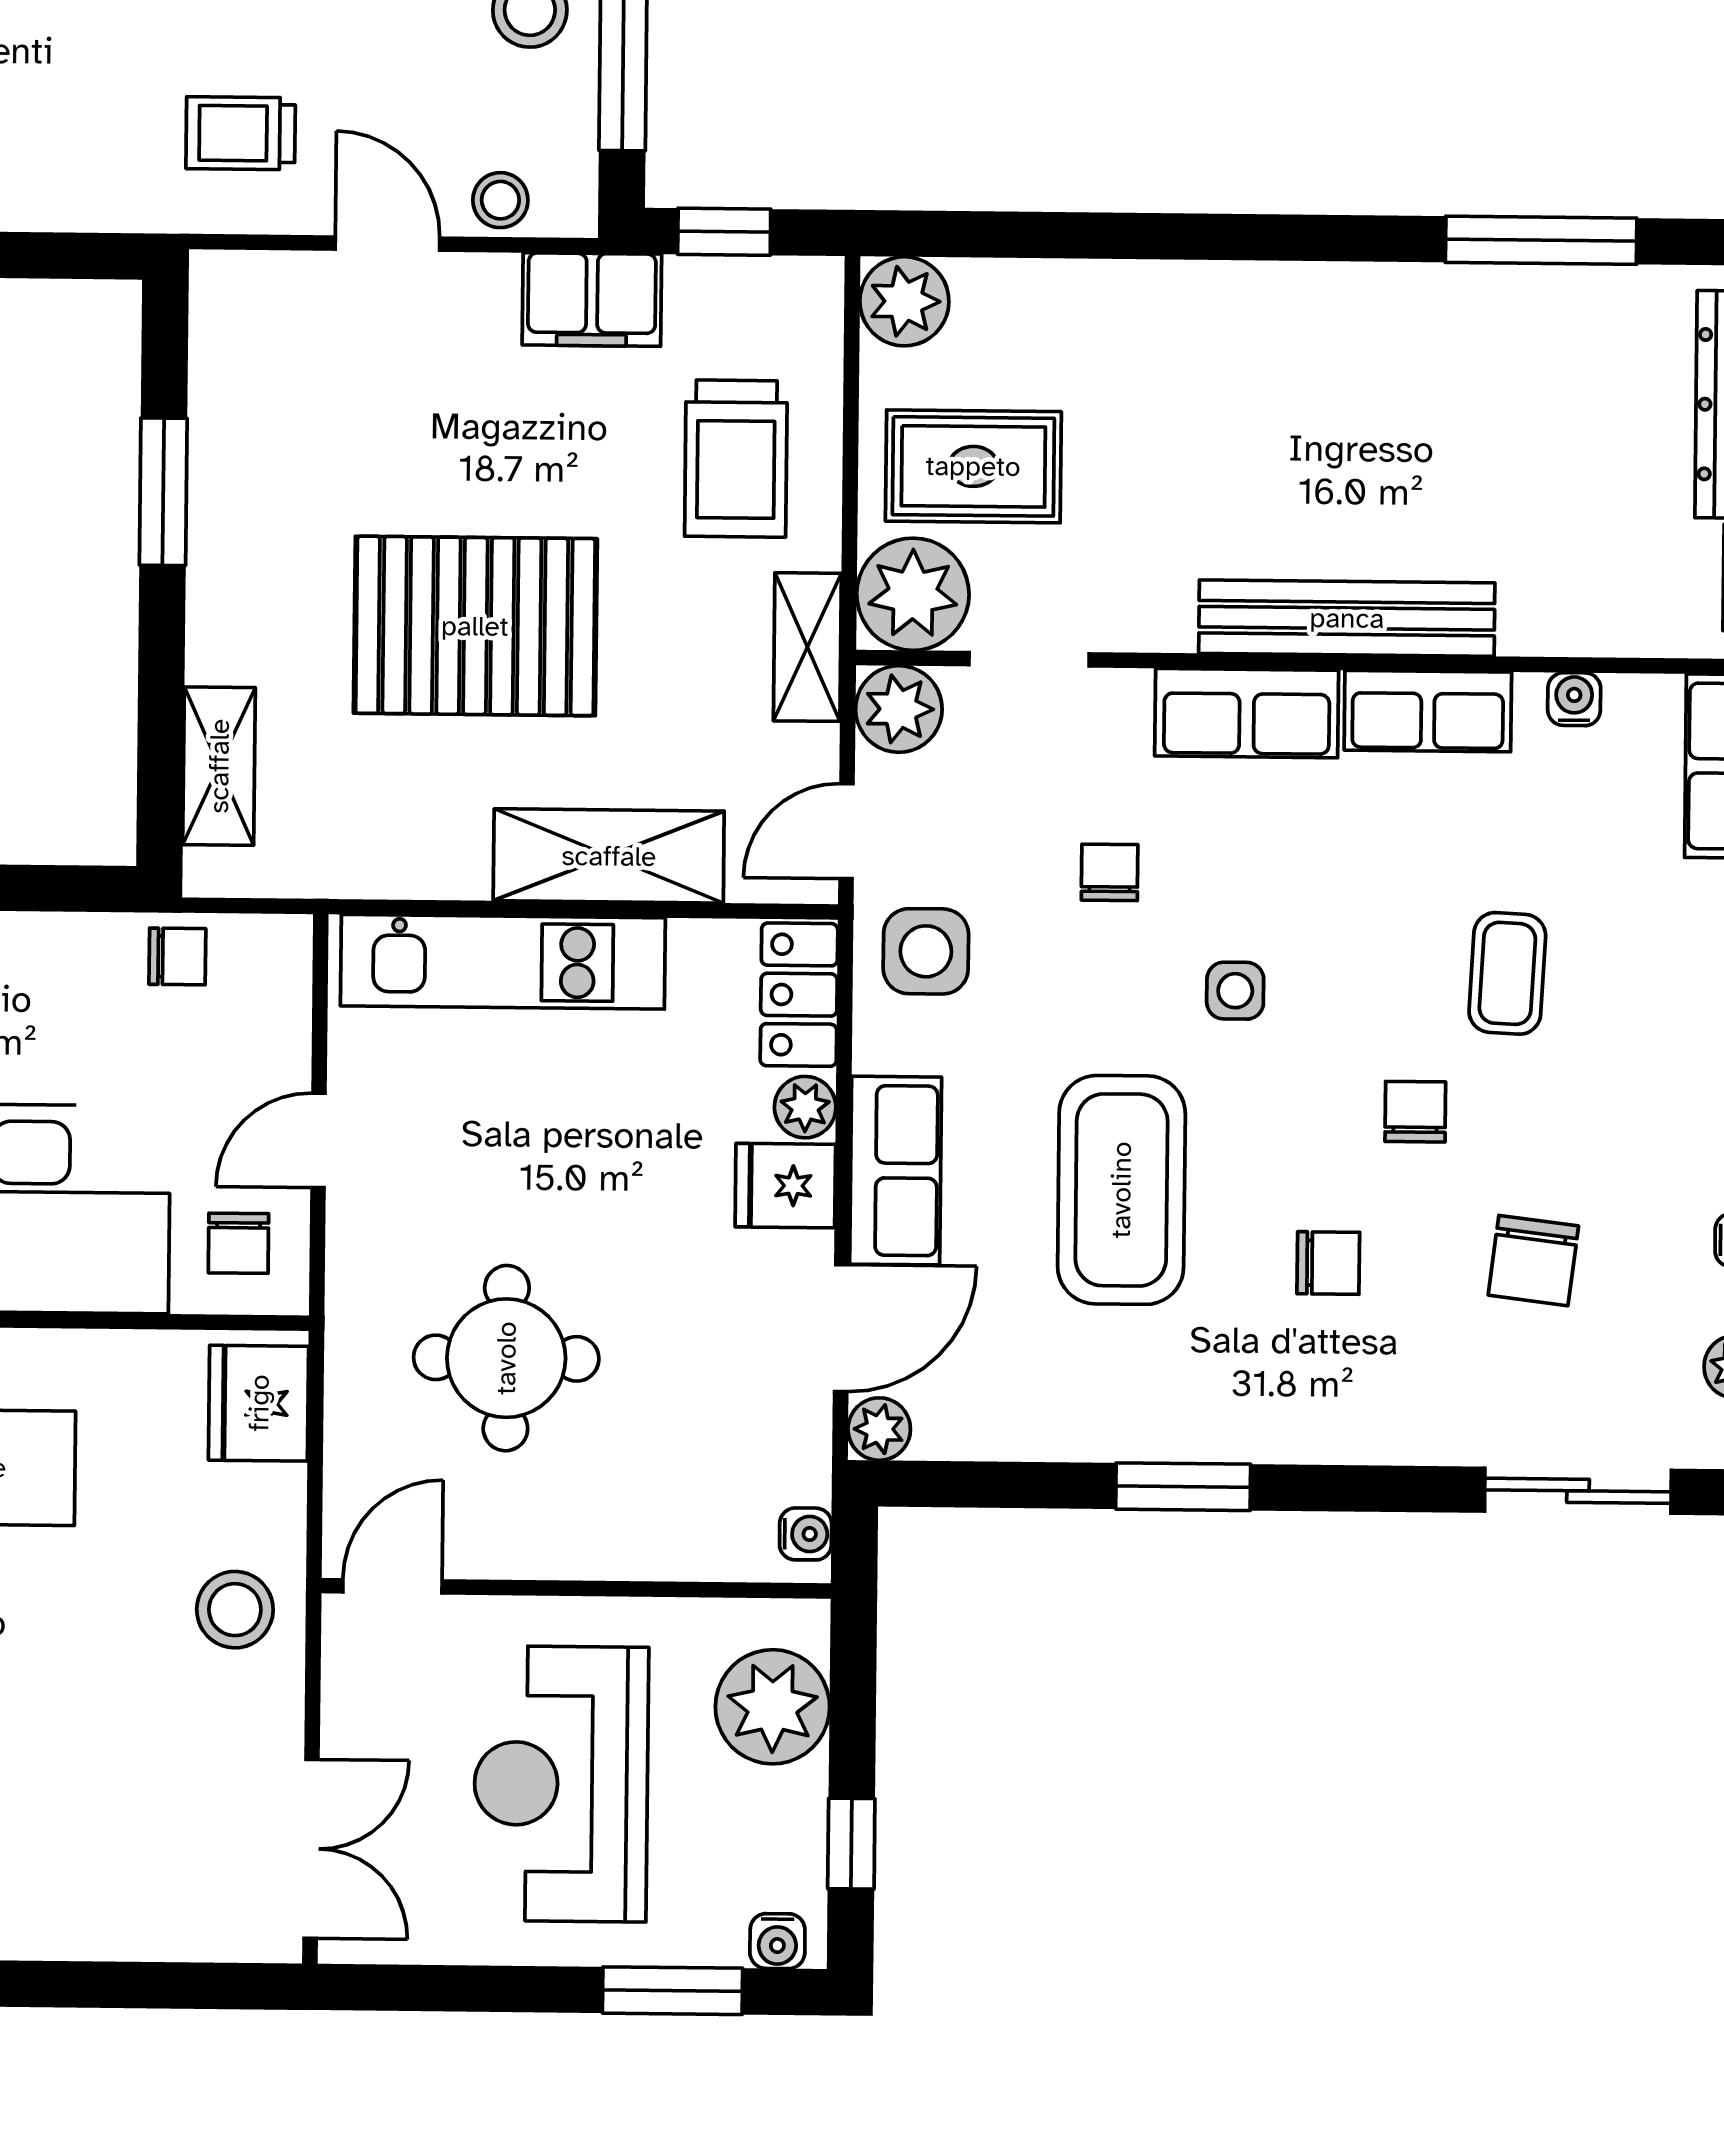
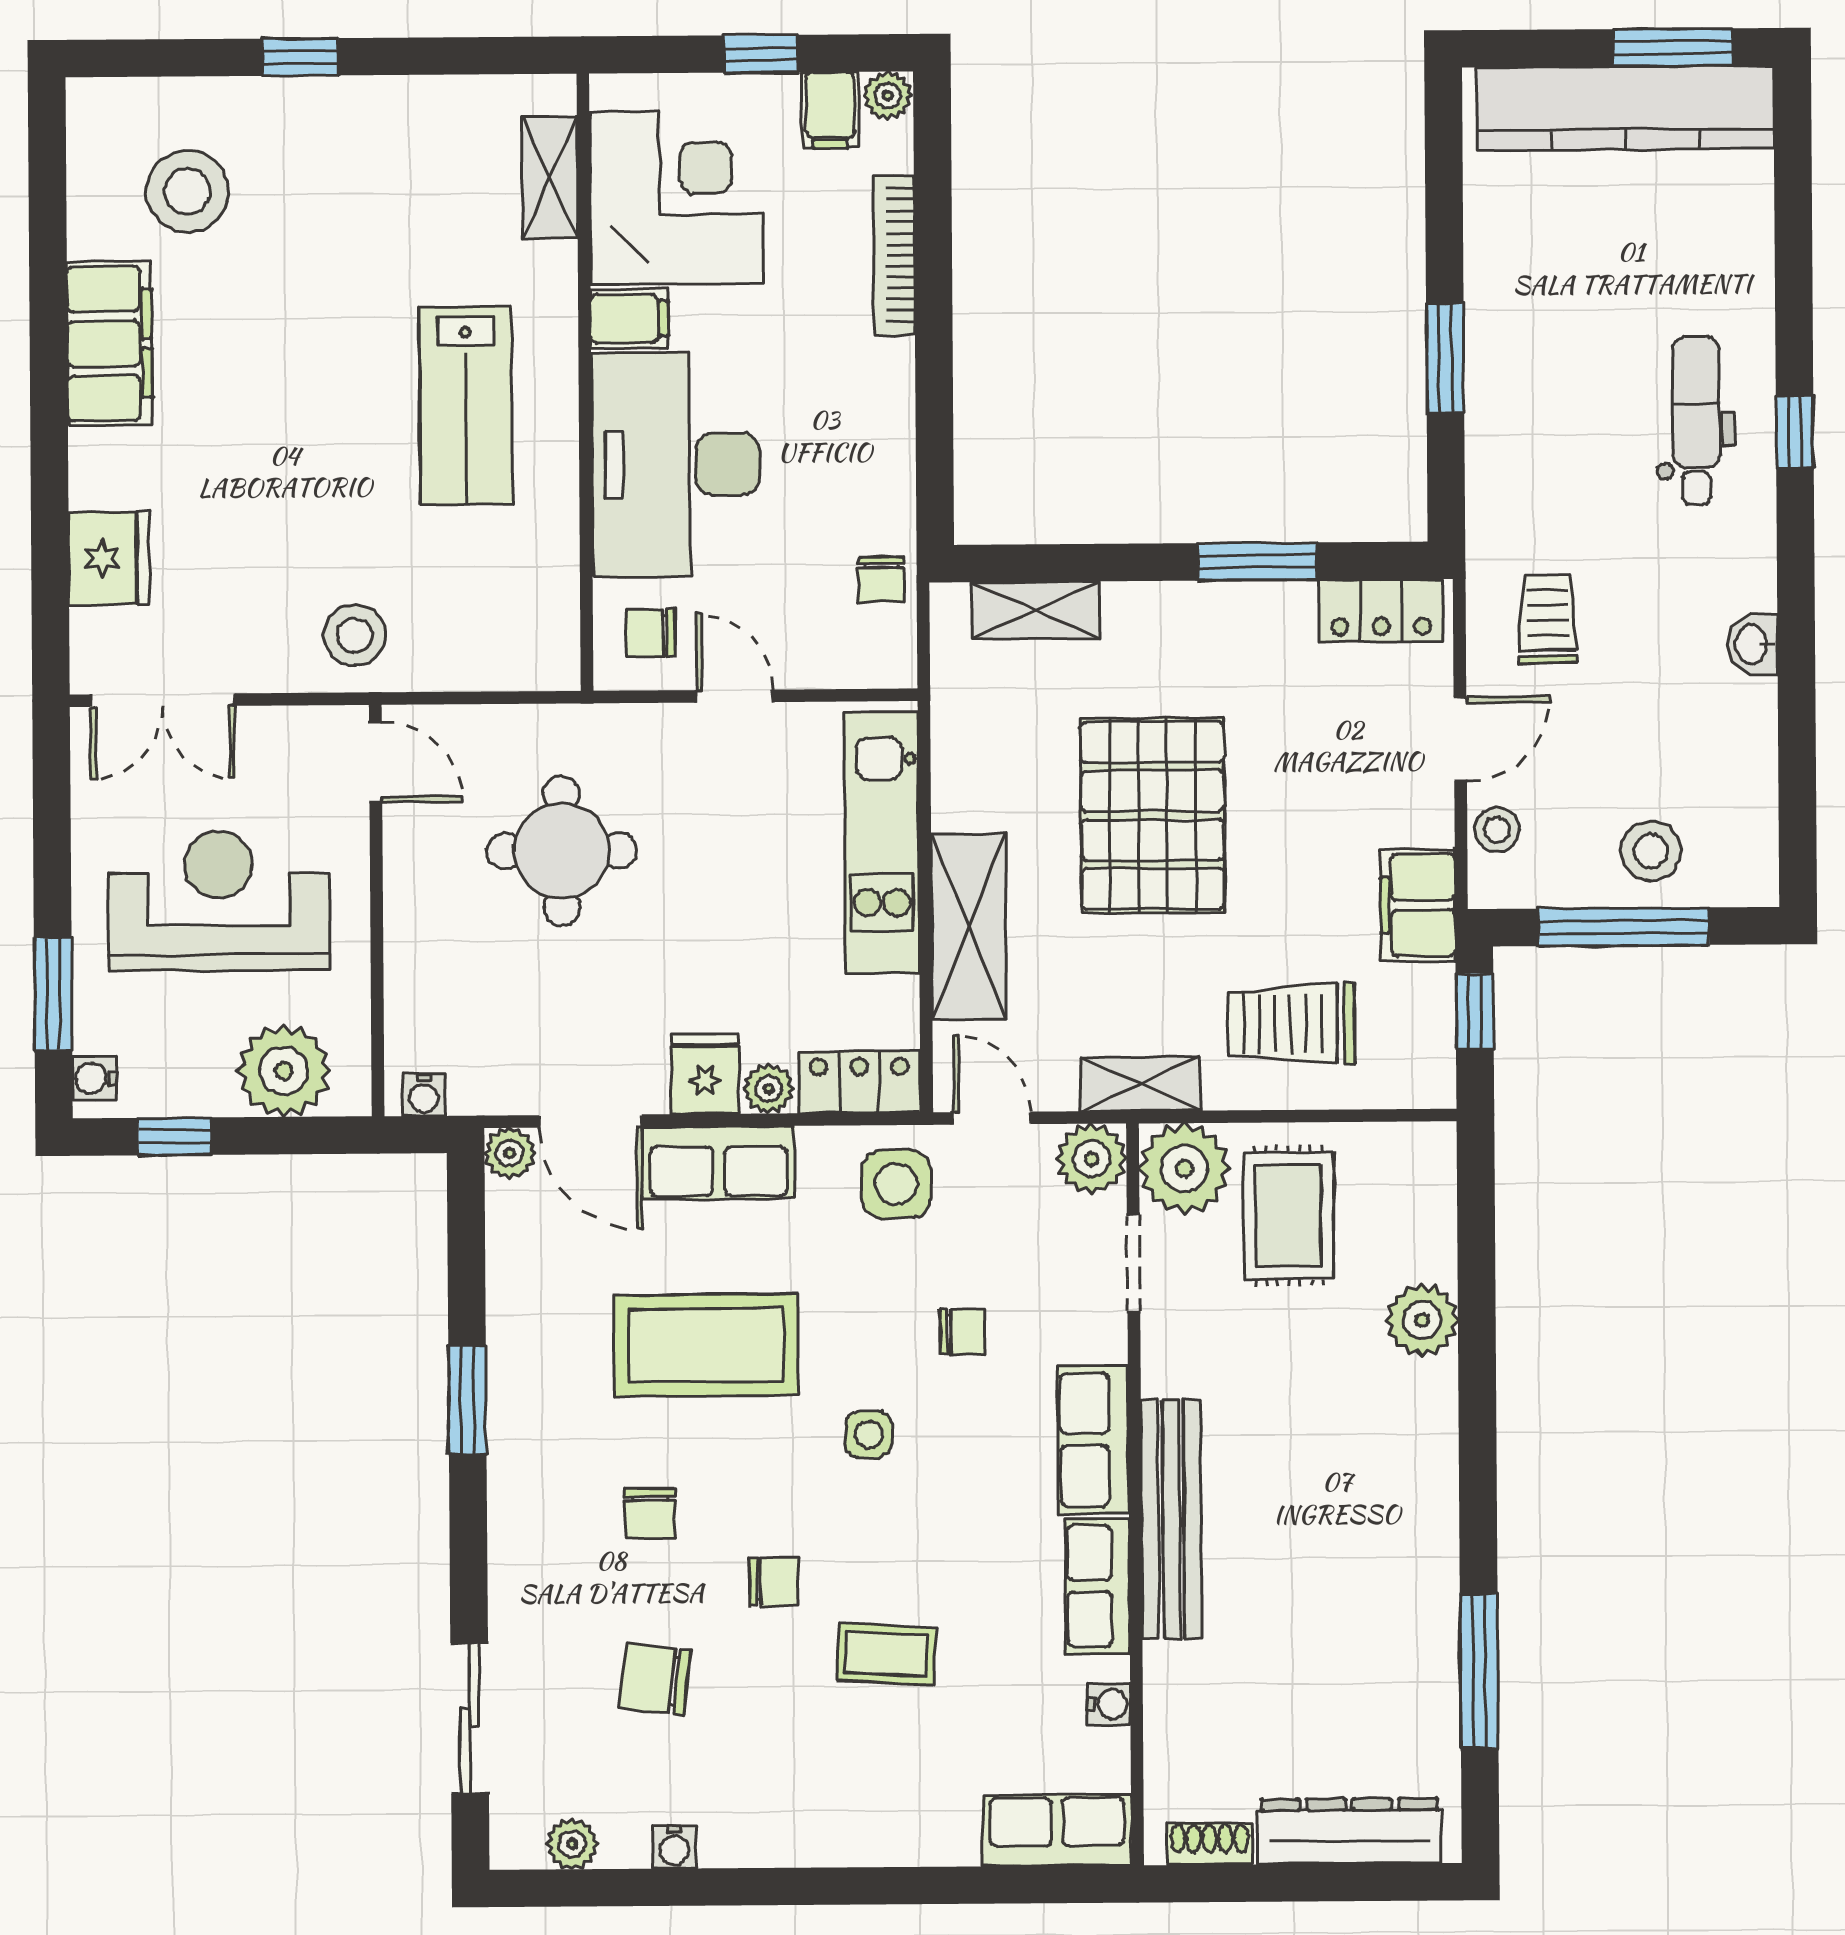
plant: (904, 301) -> (1422, 1320), moved
locker: (227, 339) -> (1381, 611), added
fridge: (259, 1403) -> (109, 558), moved, turned 90

